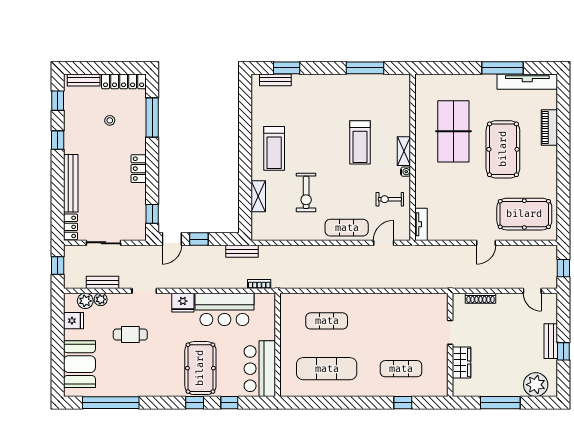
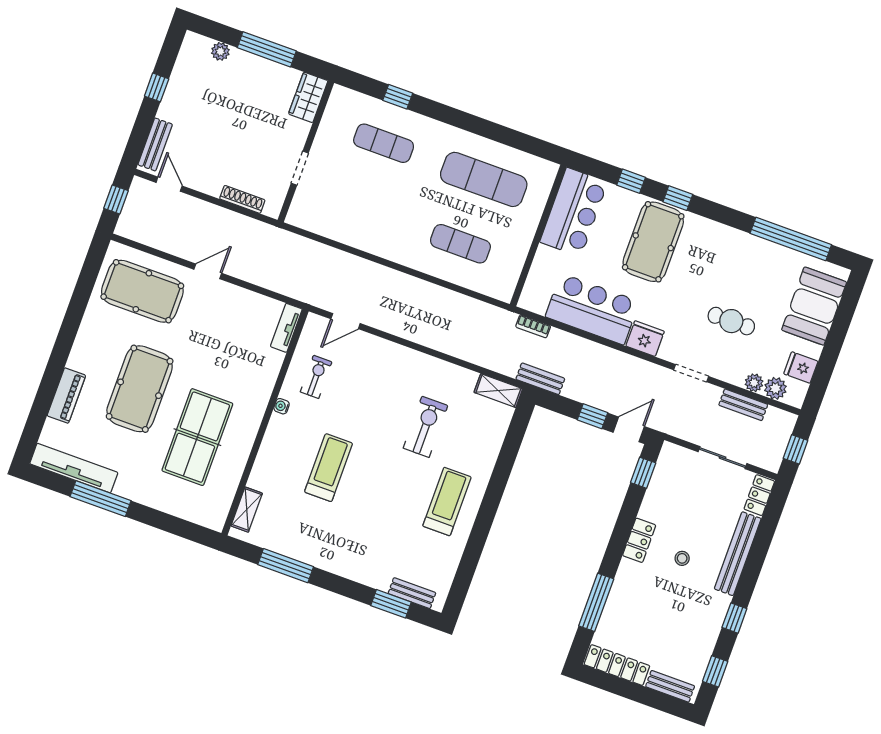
stool: (110, 120) -> (682, 558), moved
shelving: (404, 151) -> (247, 510), moved
shelving: (258, 196) -> (498, 391), moved, turned 90
exercise bike: (390, 199) -> (316, 377), turned -90
exercise mat: (347, 228) -> (388, 360), removed
bench: (551, 341) -> (155, 144), moved
wardrobe: (461, 363) -> (308, 97), moved
plant: (536, 385) -> (220, 51), width x0.53, depth x0.53

